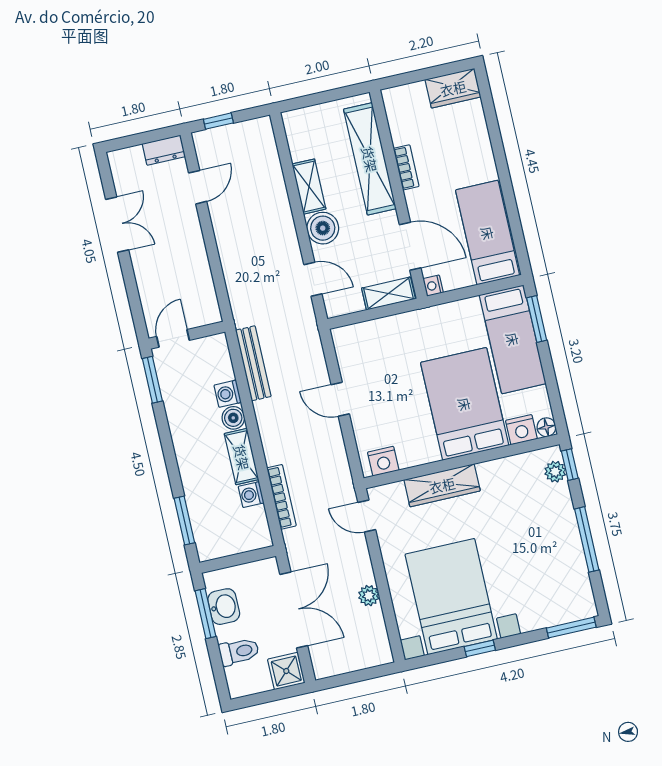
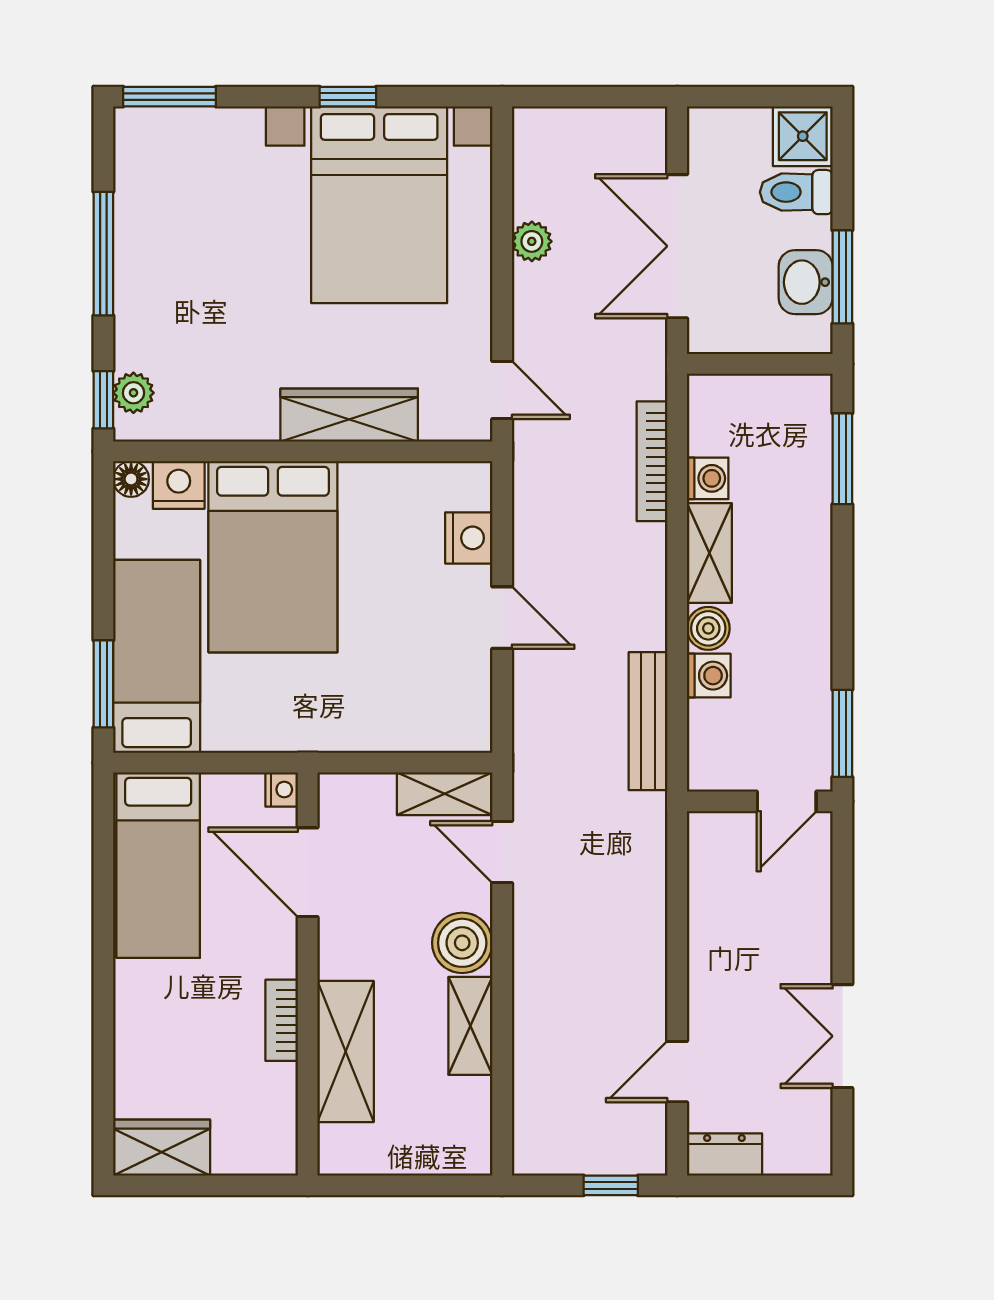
shelving: (370, 159) -> (346, 1052), width x0.68
shelving: (388, 294) -> (445, 794), moved
nightstand: (383, 461) -> (469, 538), moved, turned 90
shower: (286, 671) -> (803, 136), moved

